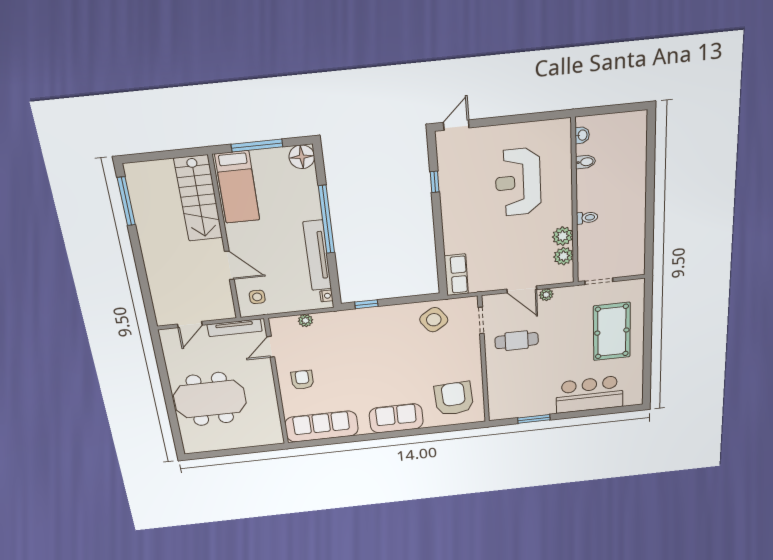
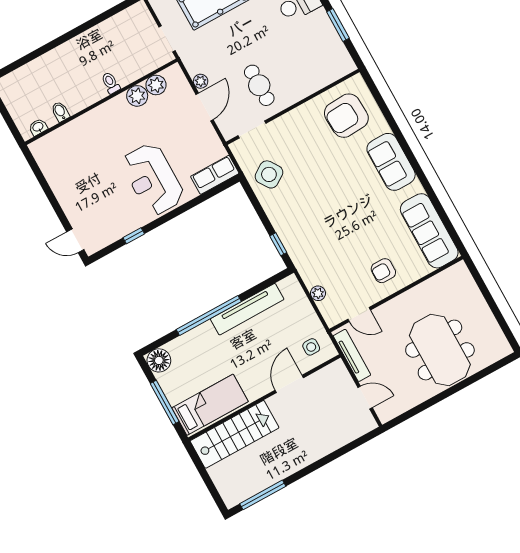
reception desk: (518, 182) -> (153, 179), moved, turned 90
nightstand: (326, 296) -> (285, 284), removed

